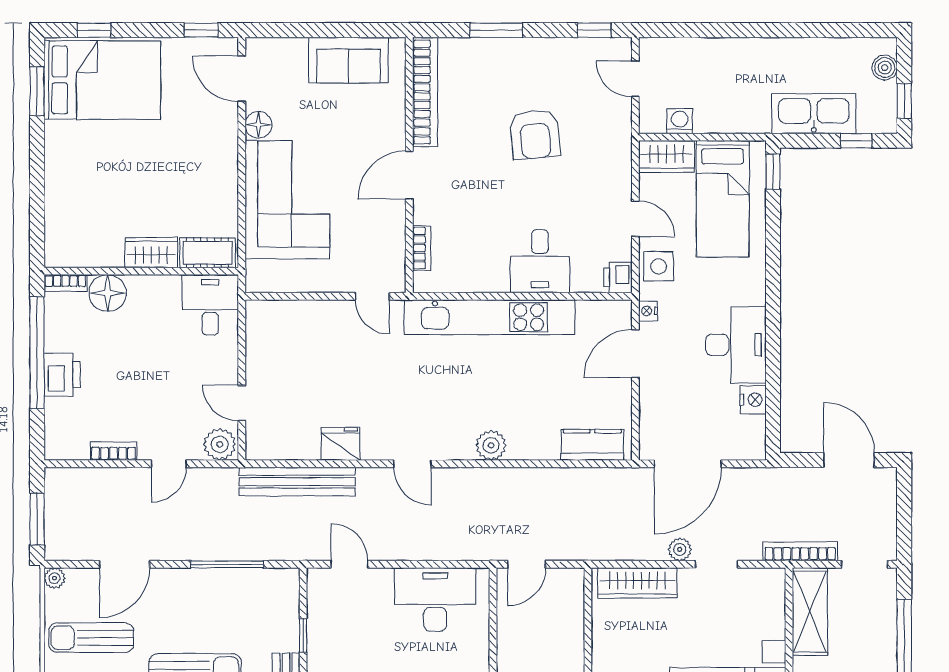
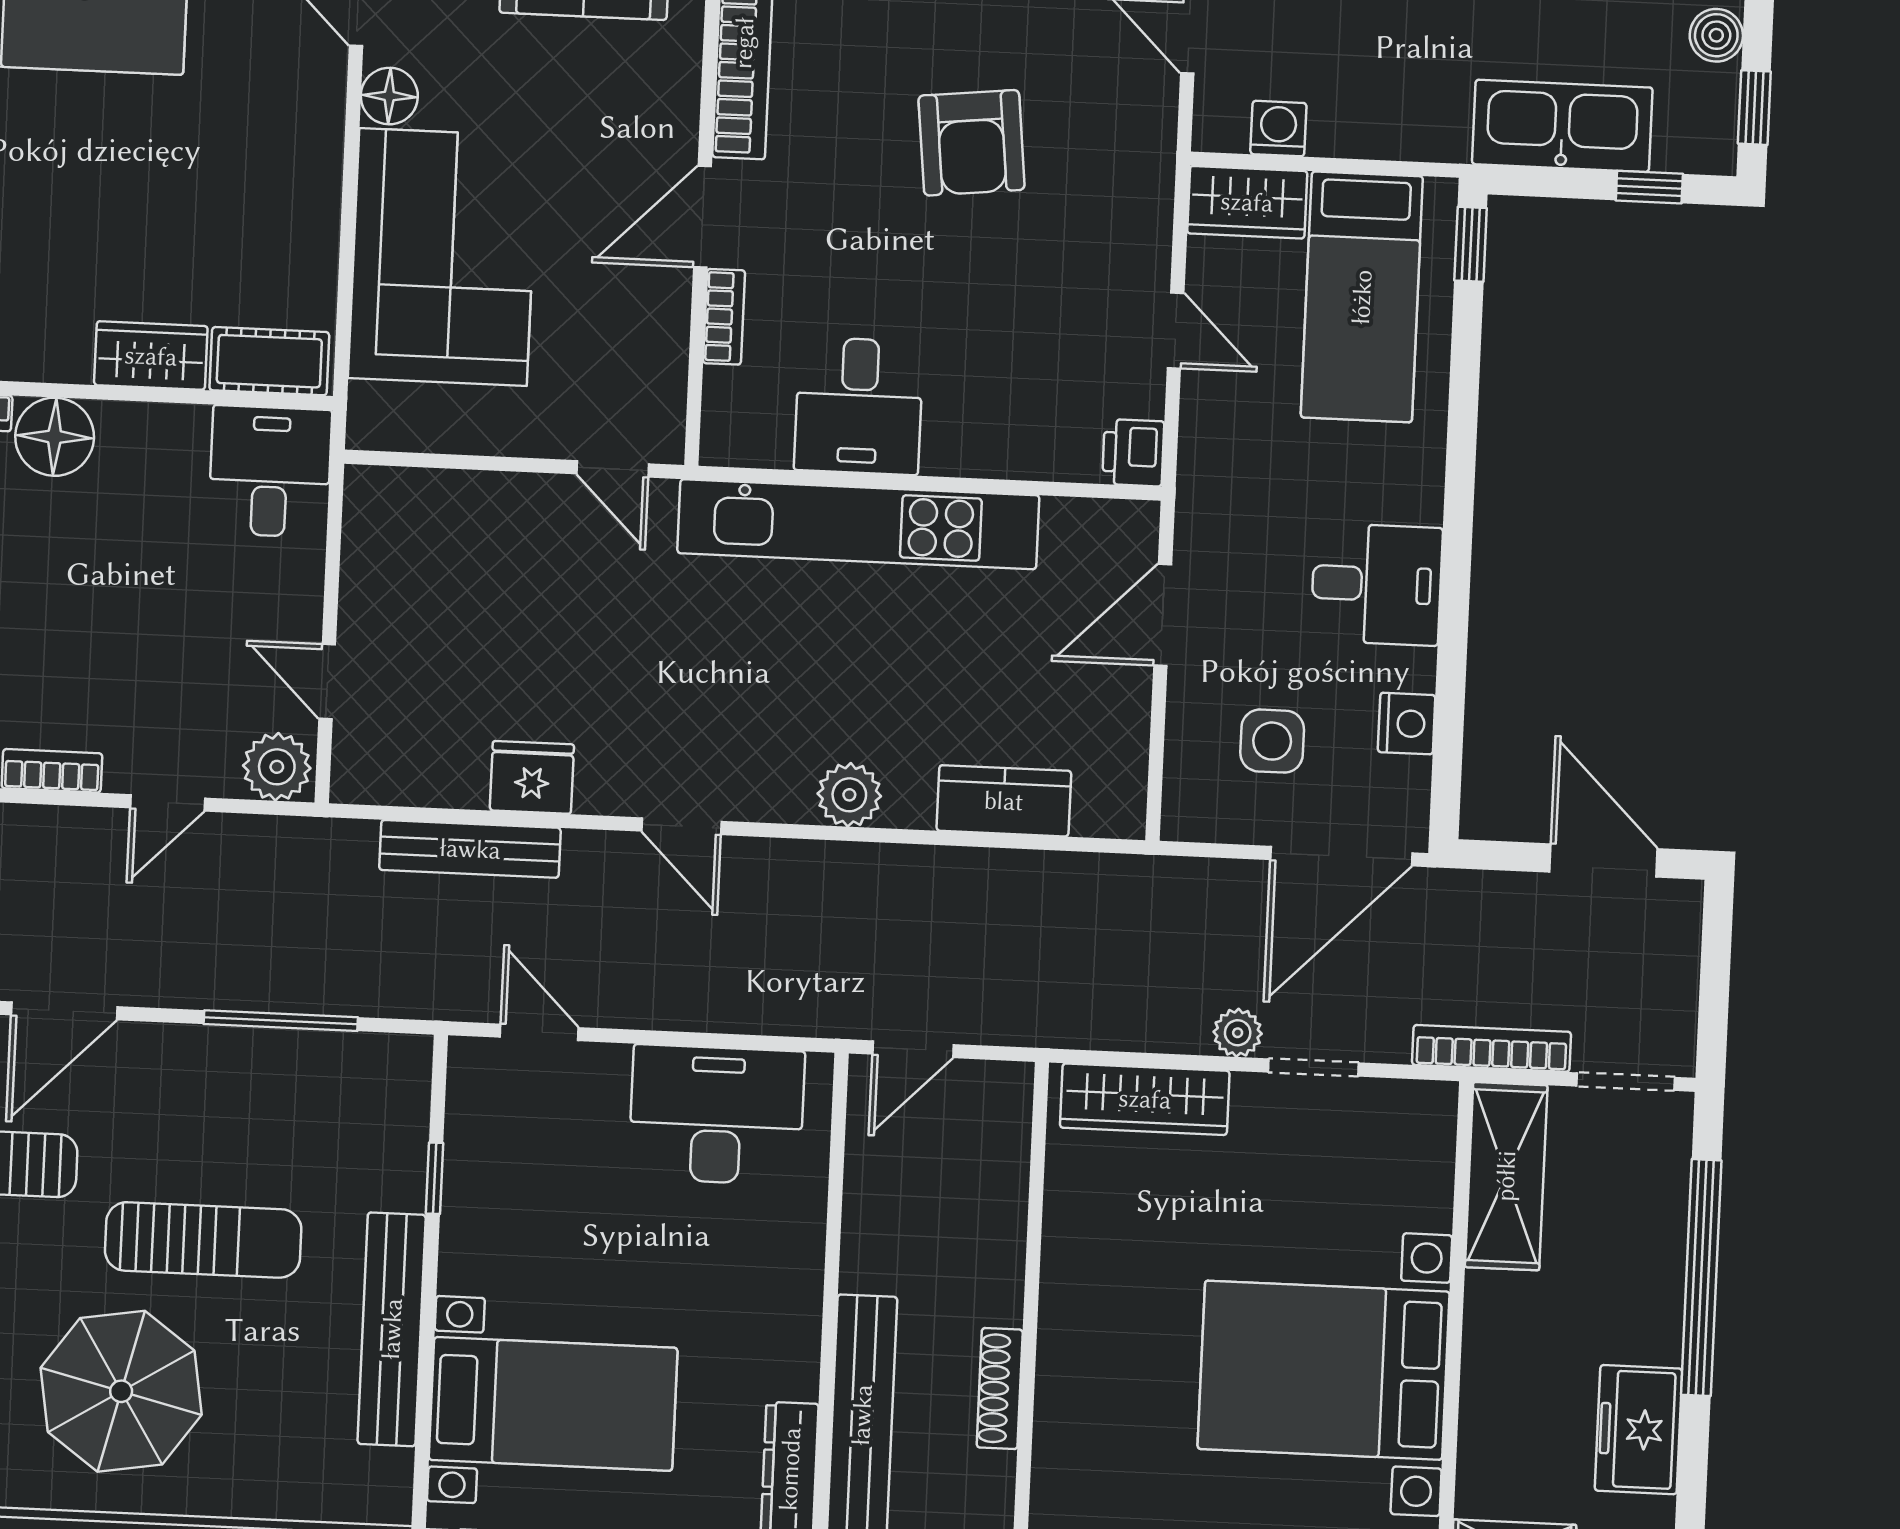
bookcase: (422, 248) -> (724, 317), moved
desk: (540, 261) -> (859, 406), moved
side table: (659, 266) -> (1272, 741), moved
nightstand: (648, 311) -> (1194, 526), removed
desk: (736, 345) -> (1377, 584), width x0.73
kitchen counter: (592, 445) -> (1004, 801), moved
door: (688, 464) -> (1341, 856), moved
bench: (297, 482) -> (470, 849), width x0.73, depth x0.82

